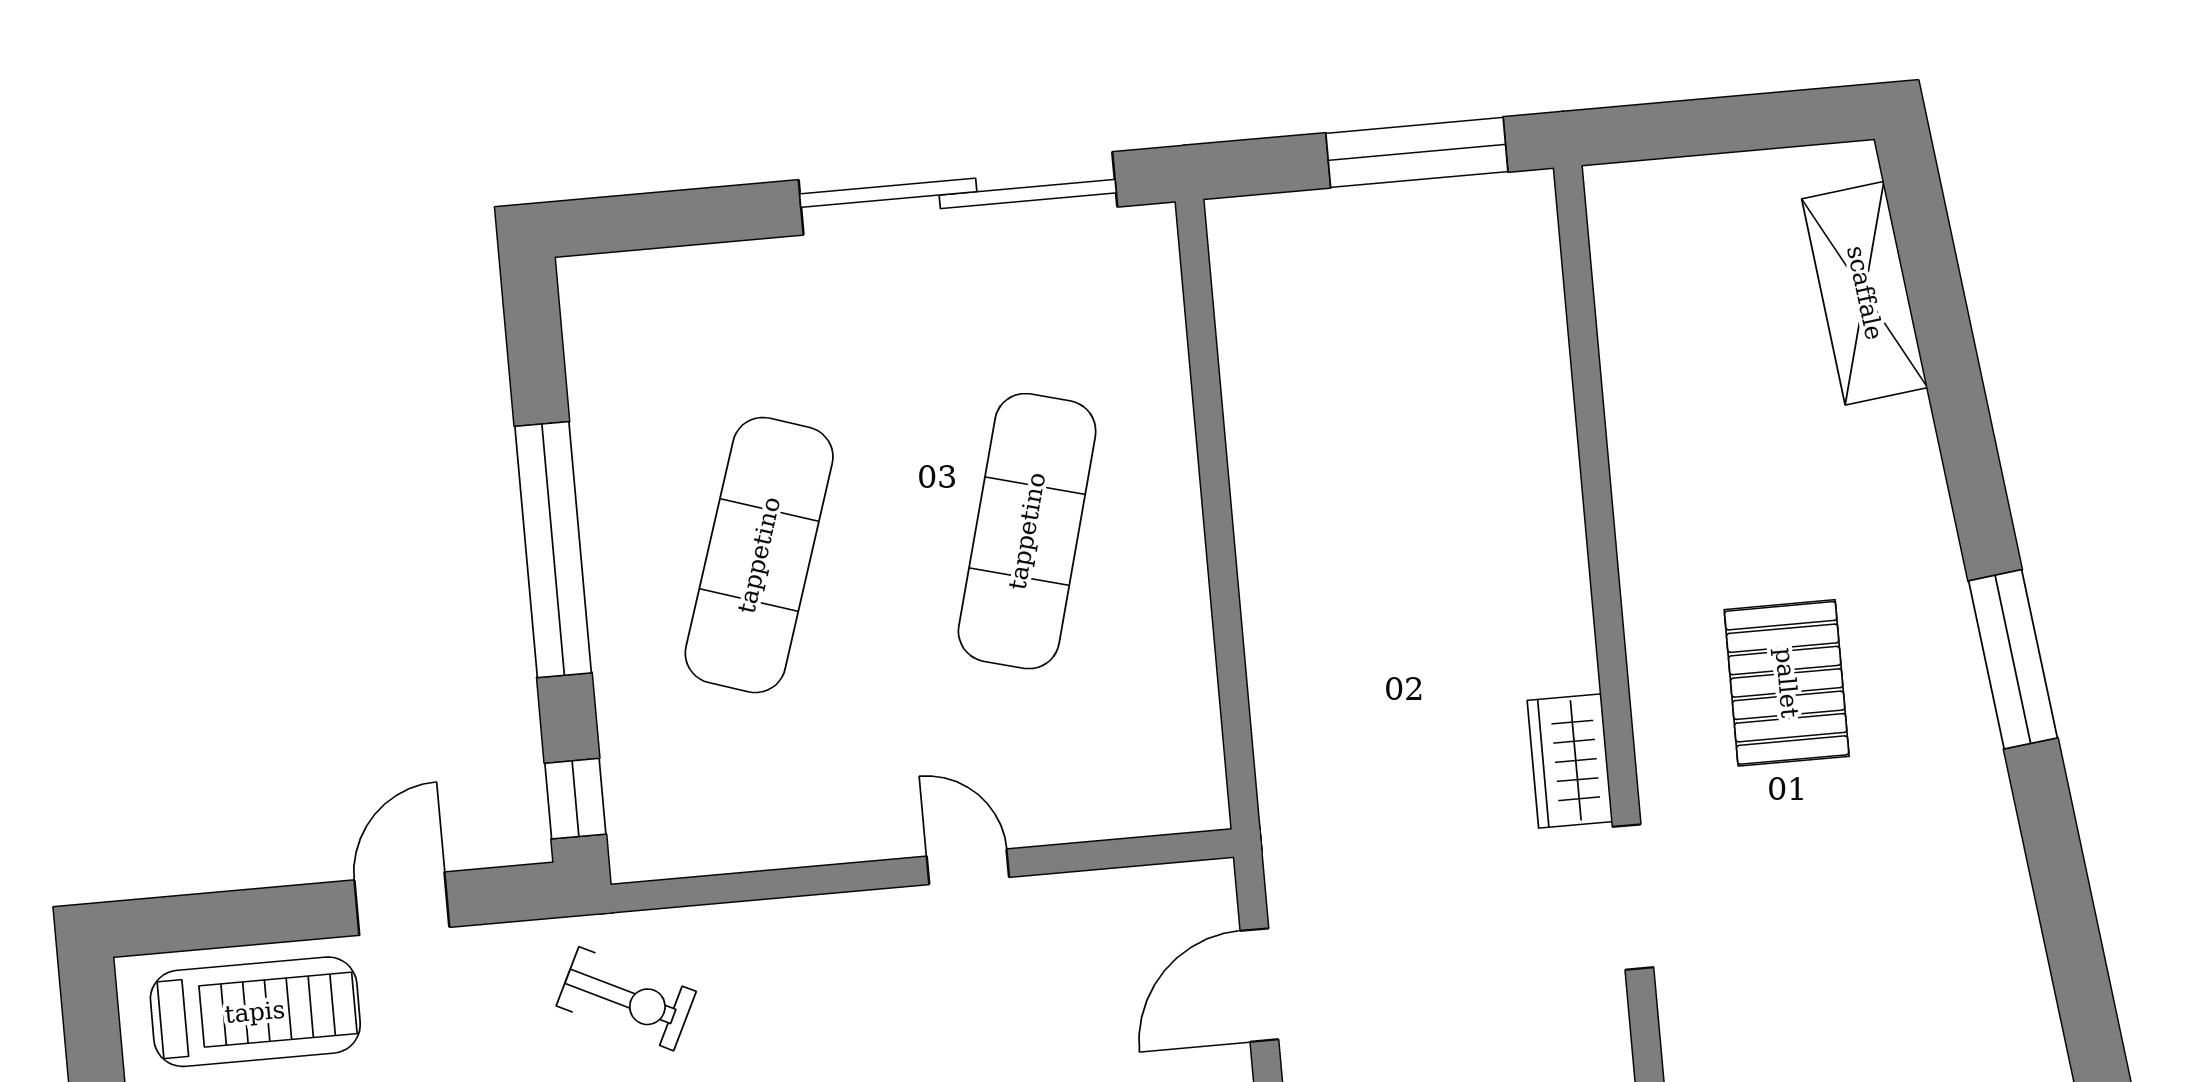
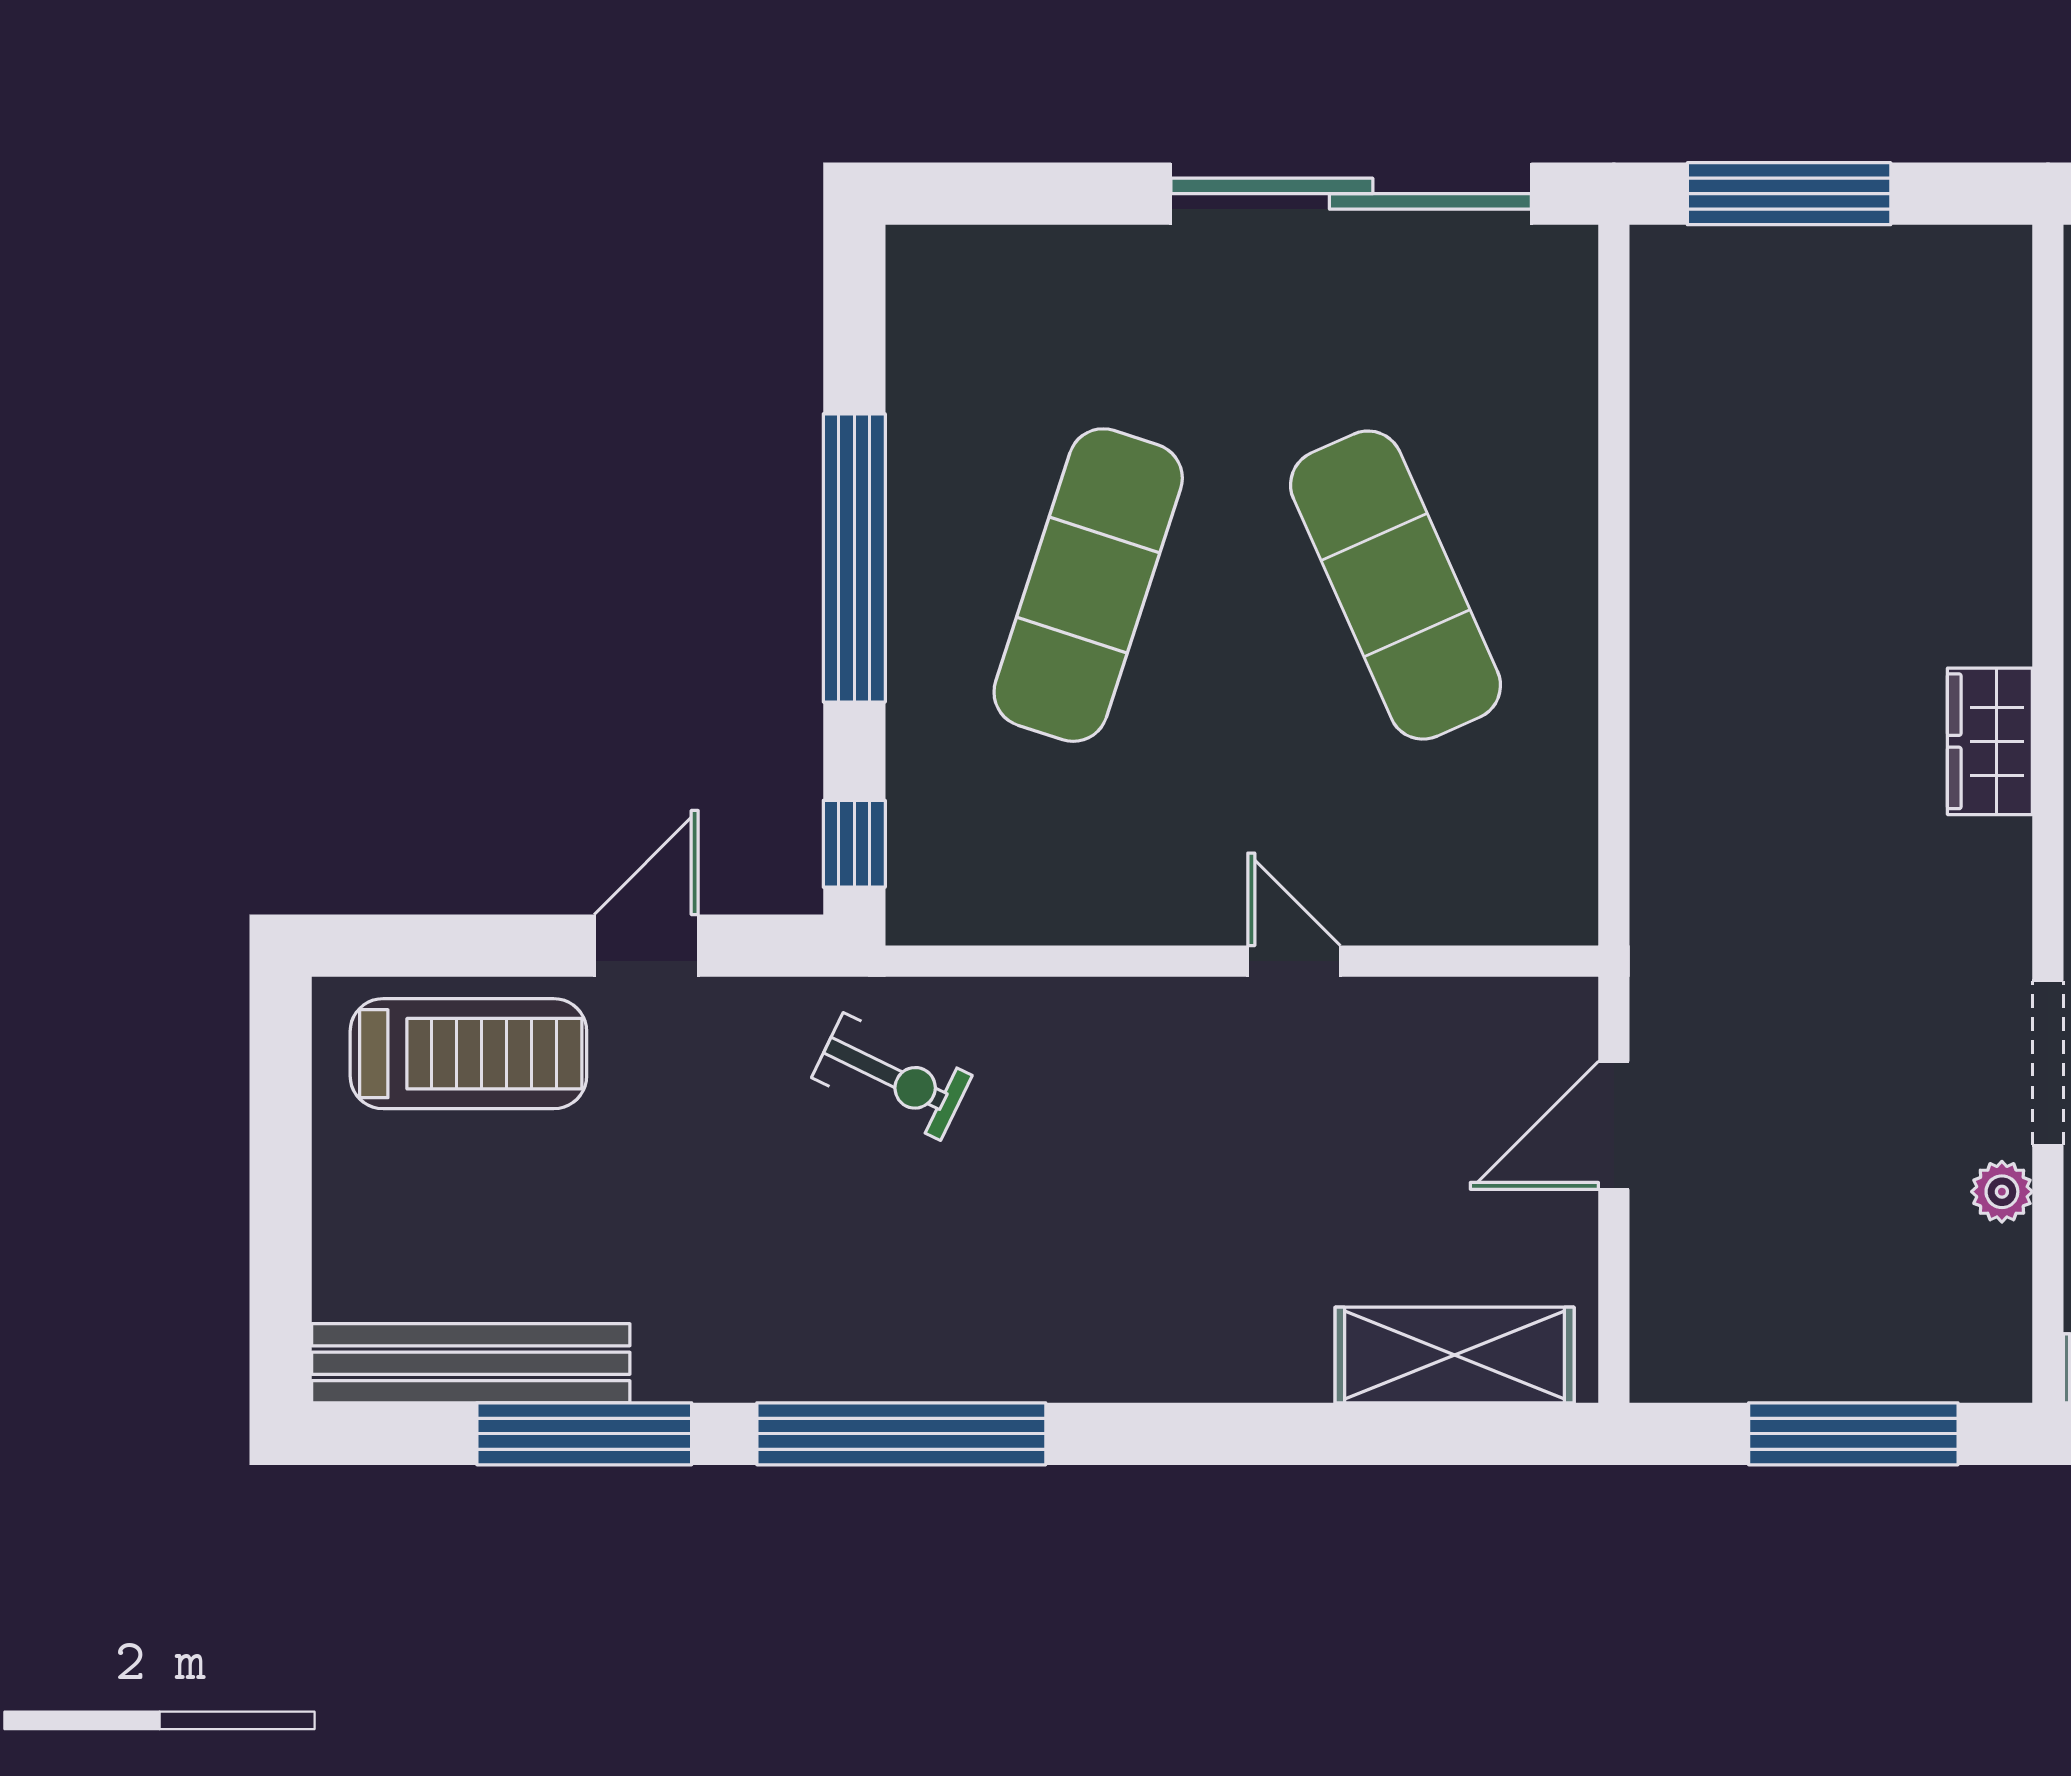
window: (1417, 152) -> (1789, 194), moved
exercise mat: (1027, 531) -> (1396, 585), turned -39
wardrobe: (1570, 761) -> (1990, 741), moved
plant: (1603, 1013) -> (2002, 1192), added

